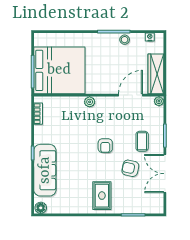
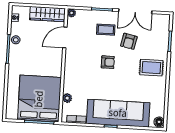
door: (131, 95) -> (65, 37), hinge flipped
plant: (90, 102) -> (67, 98), moved
sofa: (45, 170) -> (118, 113), width x1.36, depth x1.27

